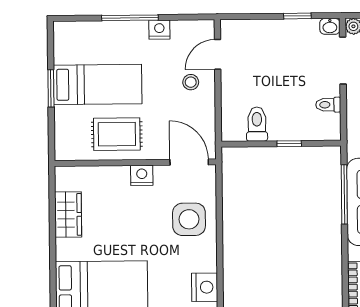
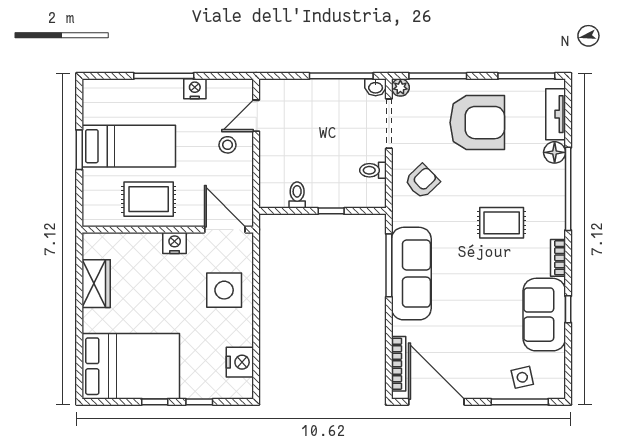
window: (297, 16) -> (341, 76), width x2.17
toilet: (257, 124) -> (297, 195), width x0.73, depth x0.72

